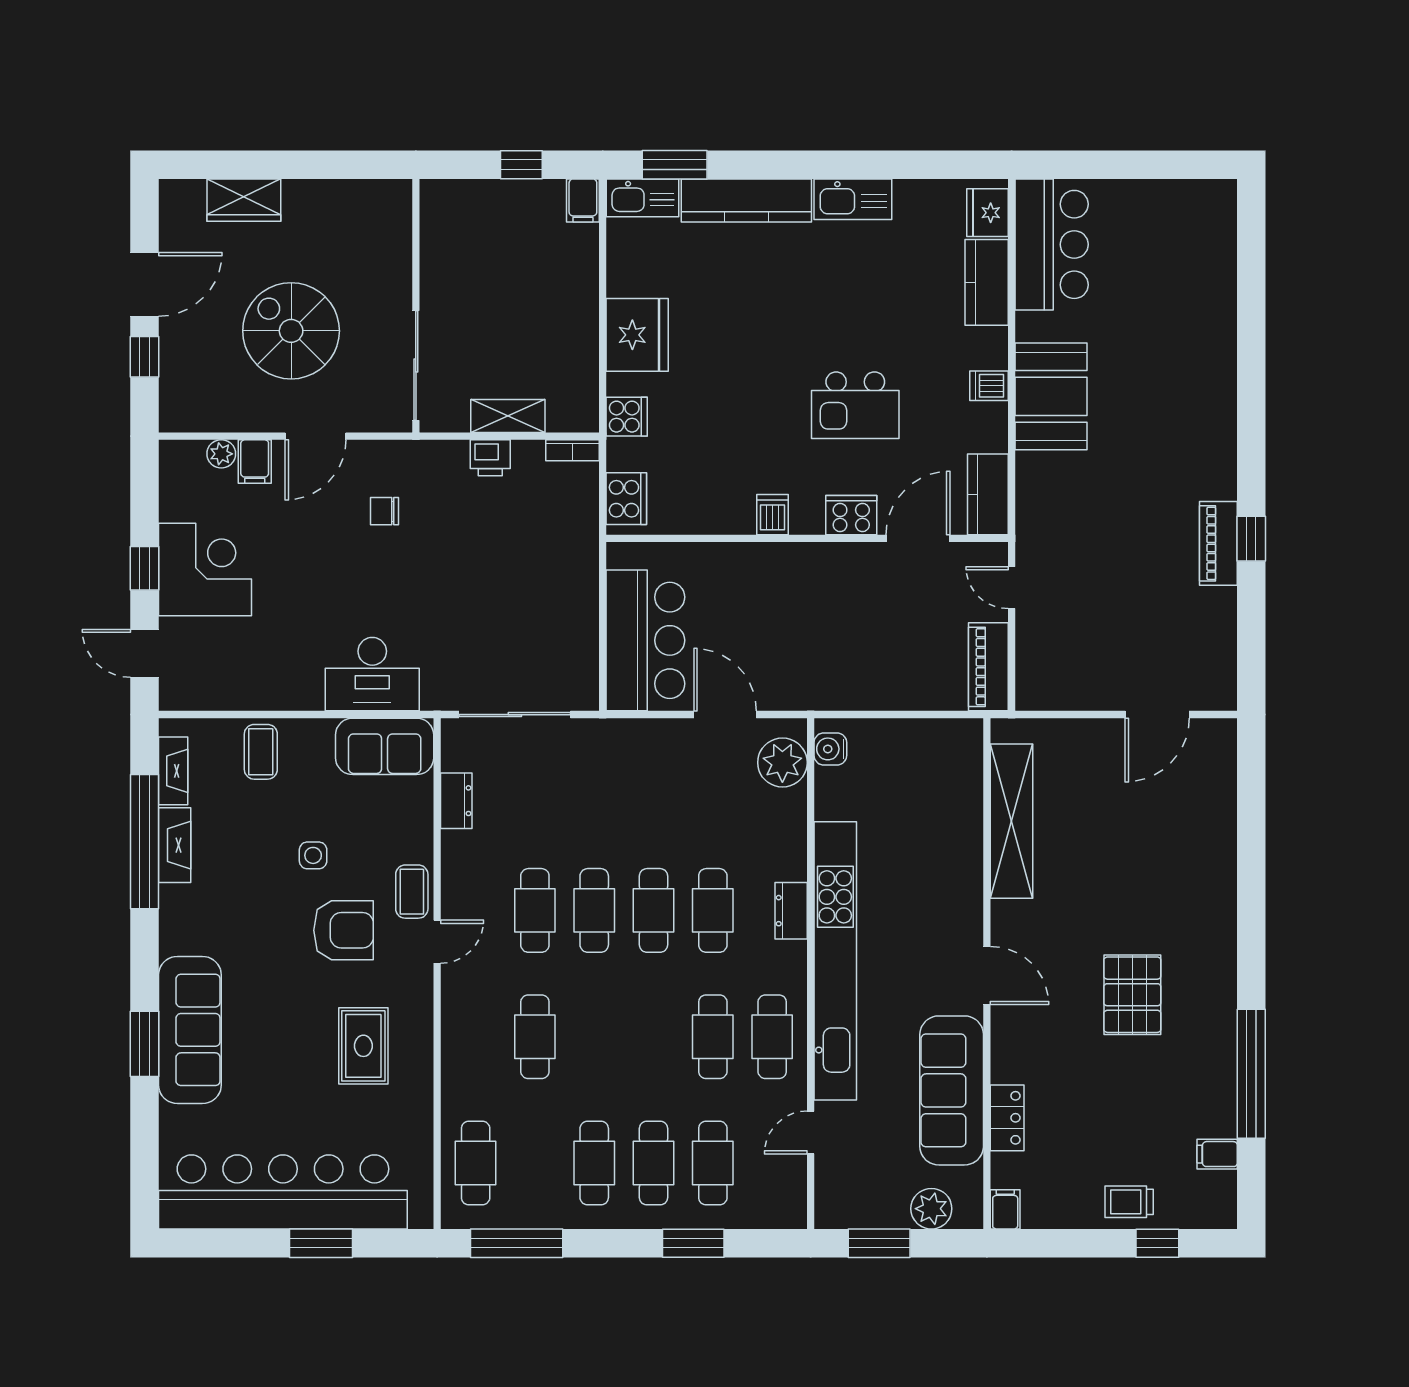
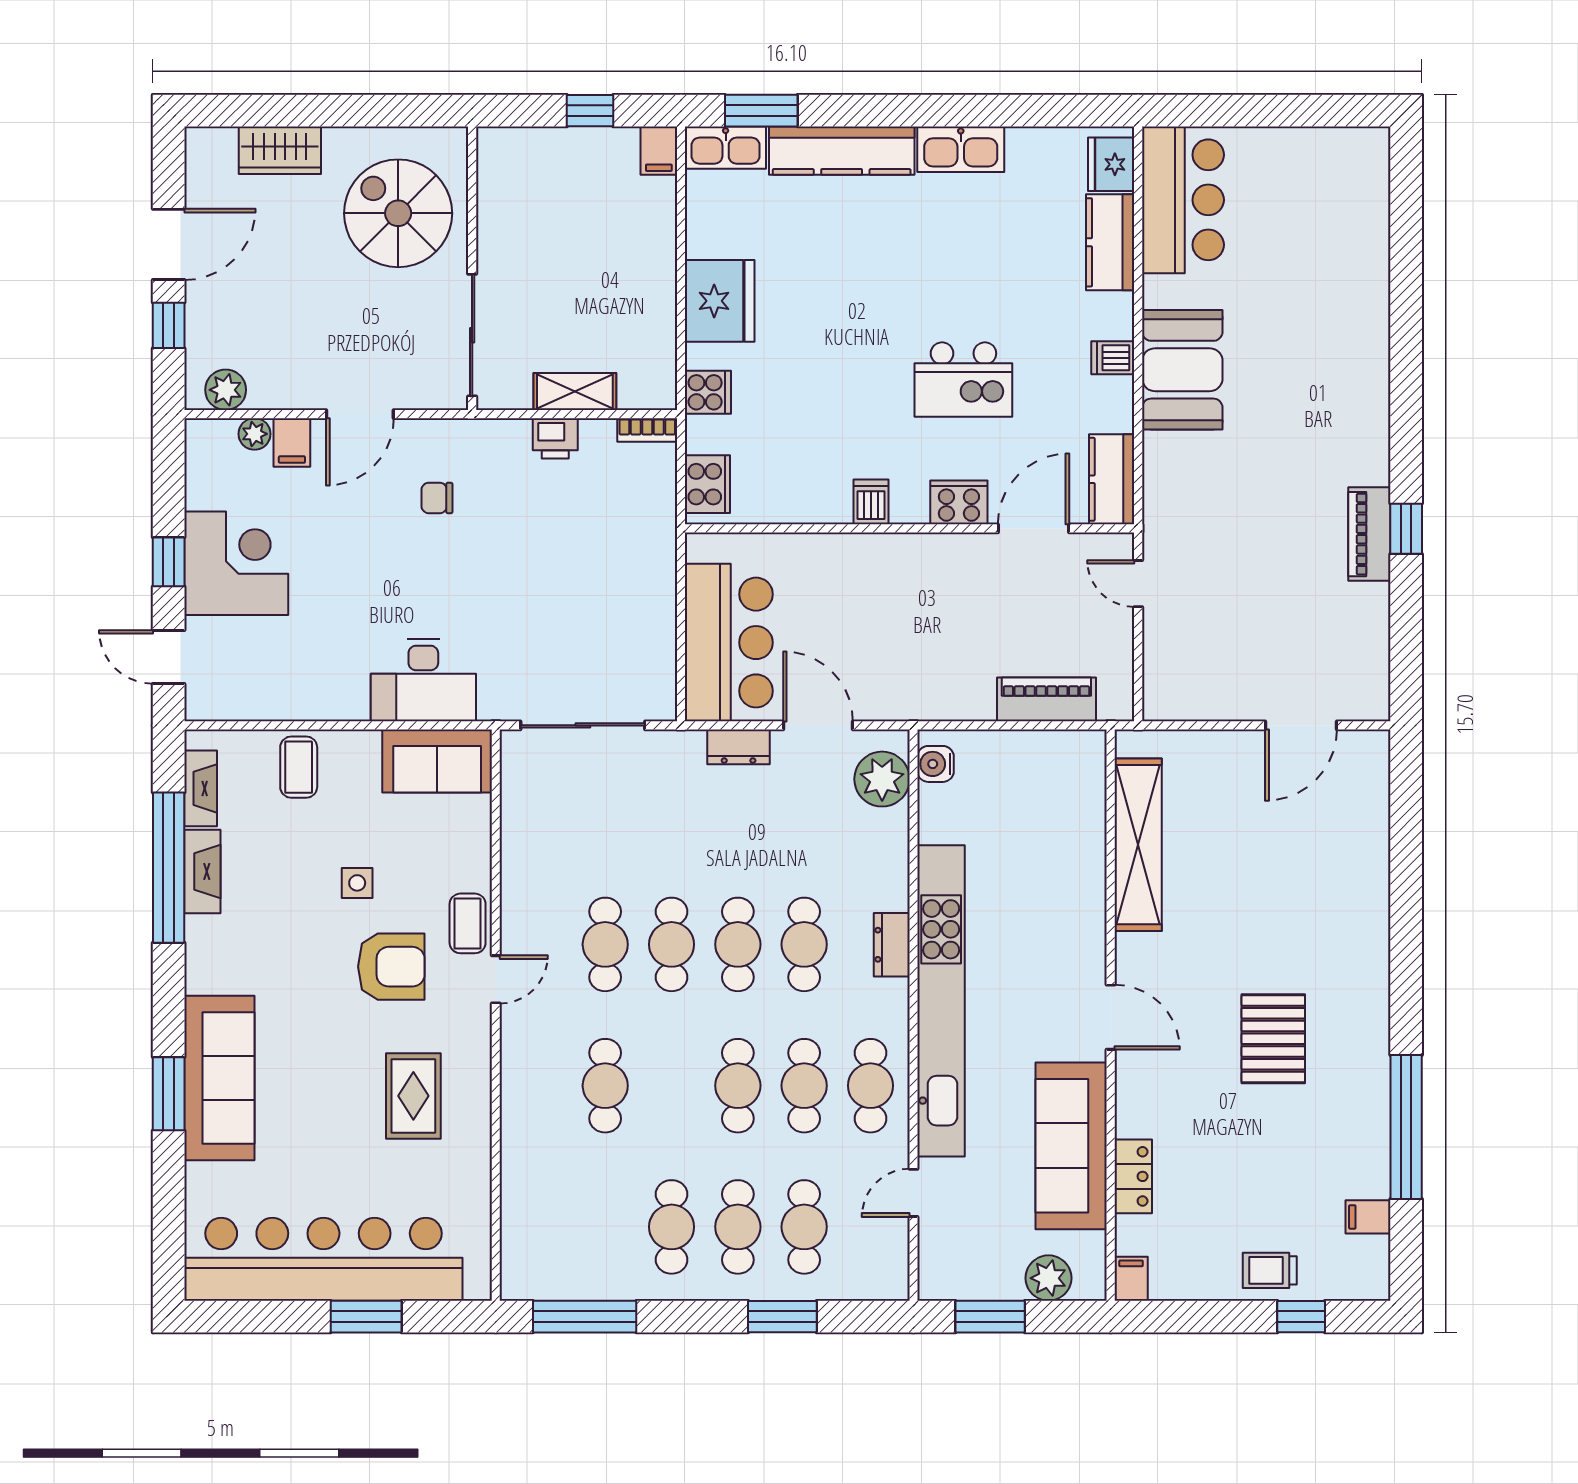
spiral stairs: (291, 331) -> (398, 213), moved
plant: (195, 414) -> (226, 390), added
piano: (988, 667) -> (1046, 699), moved, turned 90
dresser: (456, 801) -> (739, 747), moved, turned 90
cafe table: (476, 1163) -> (738, 1086), moved

